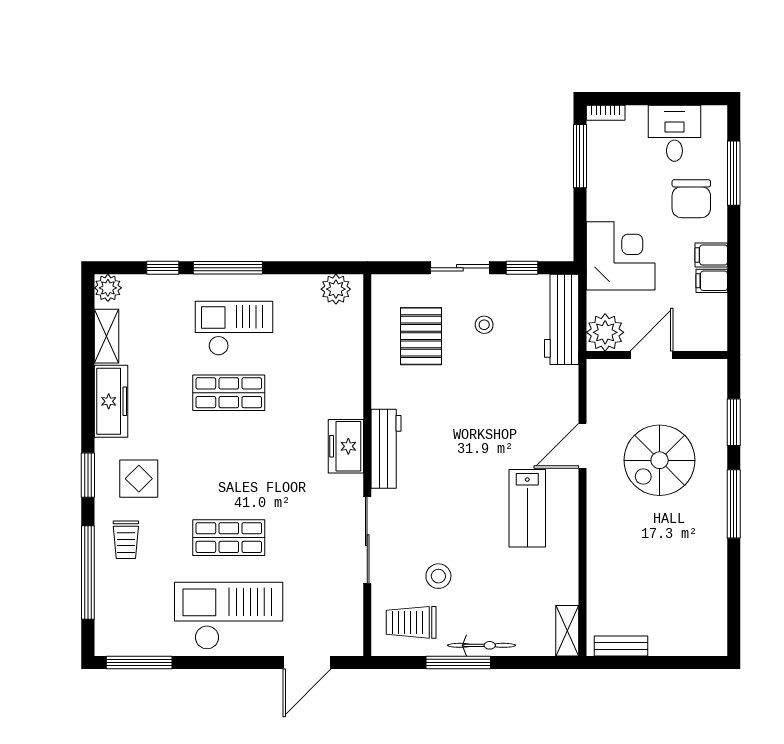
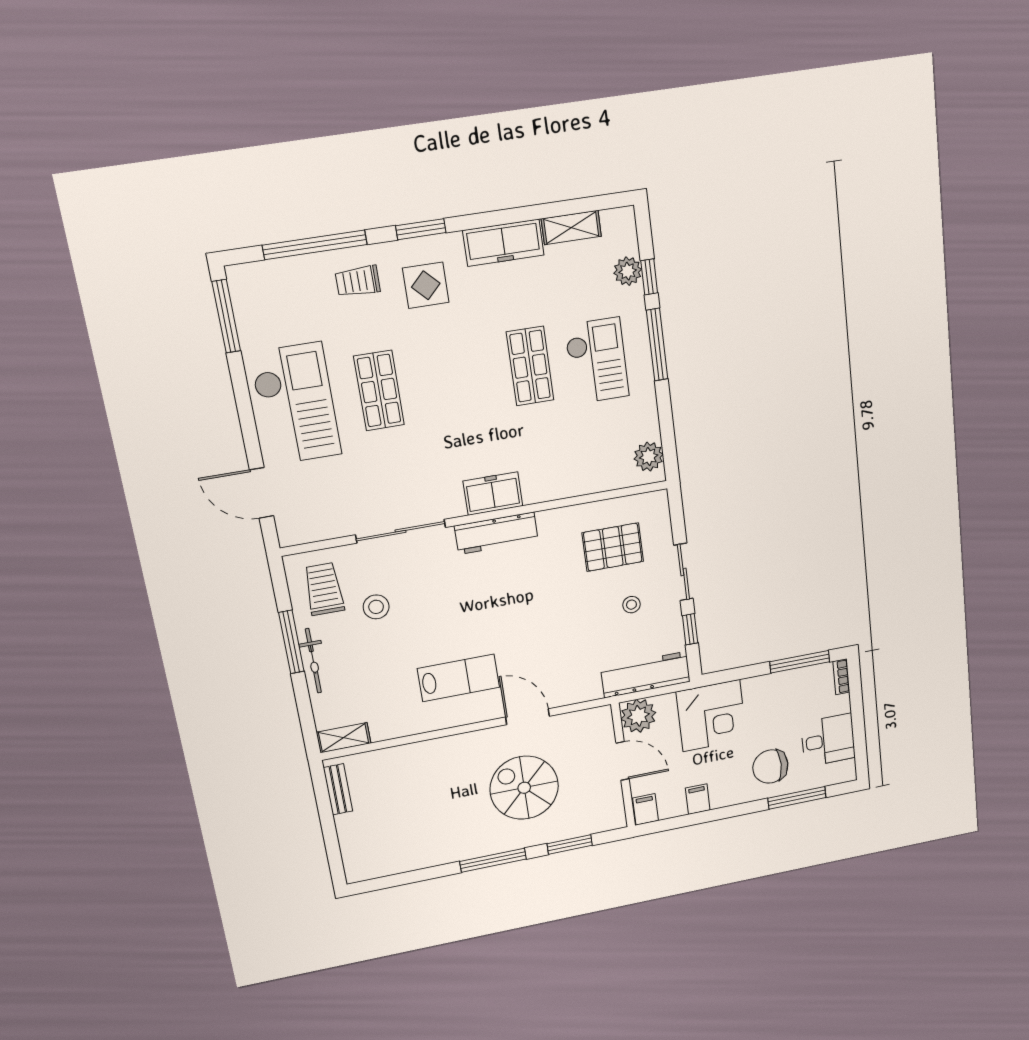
filing cabinet: (711, 255) -> (645, 809), moved
plant: (108, 288) -> (628, 271), moved
lab bench: (527, 508) -> (458, 678), turned 180

